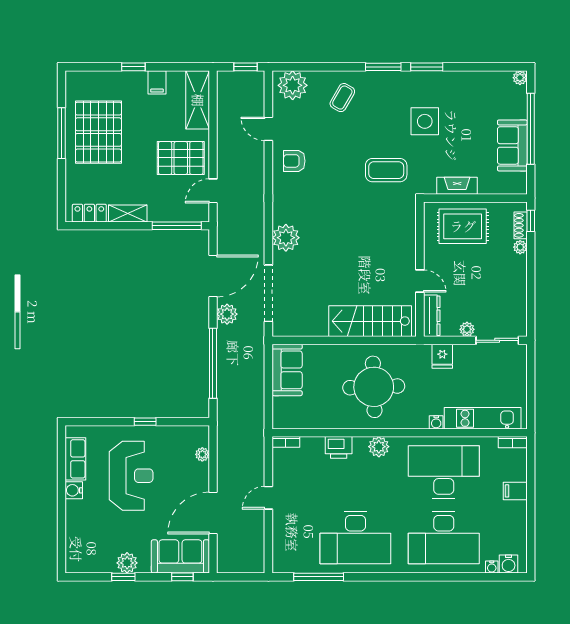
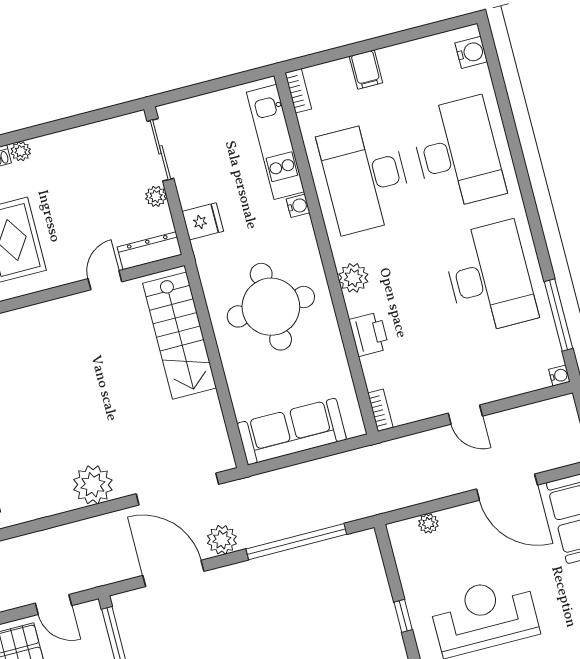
sofa: (287, 370) -> (292, 431), width x1.36
water cooler: (492, 567) -> (559, 376), moved

